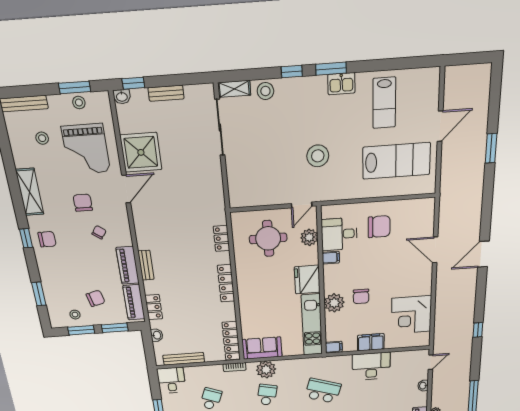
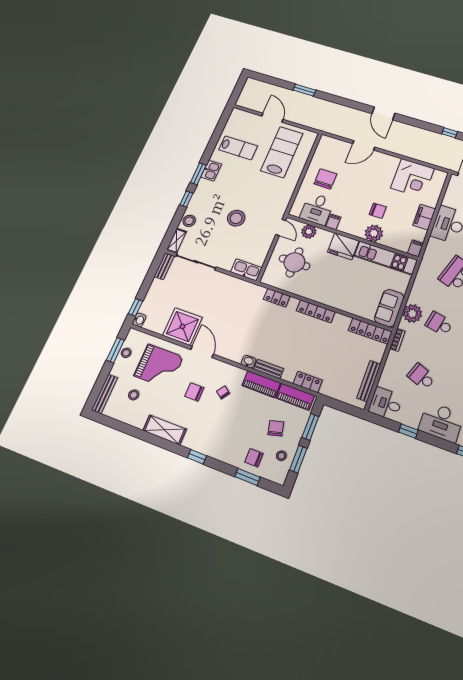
bench: (166, 93) -> (164, 266), moved
stool: (318, 156) -> (236, 218), moved
kitchen sink: (237, 191) -> (246, 270), added
chair: (47, 239) -> (254, 458), moved, turned -90
washbasin: (157, 335) -> (248, 362), moved

